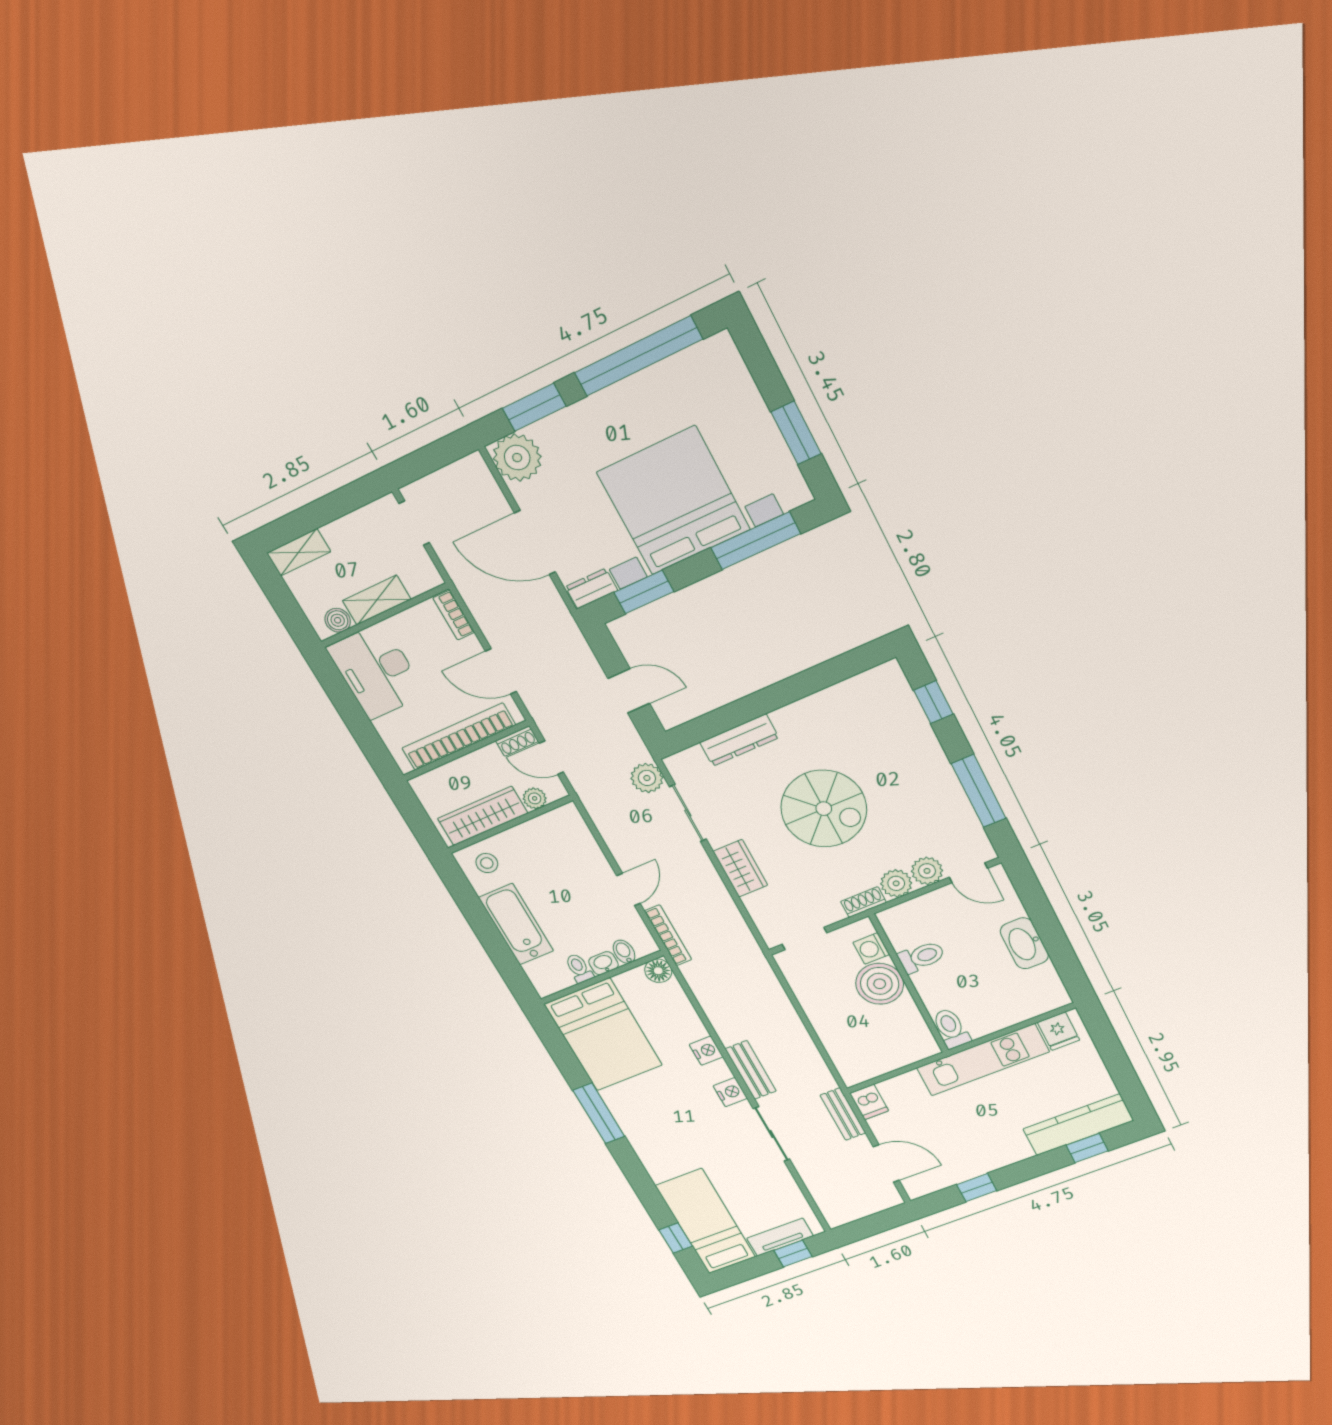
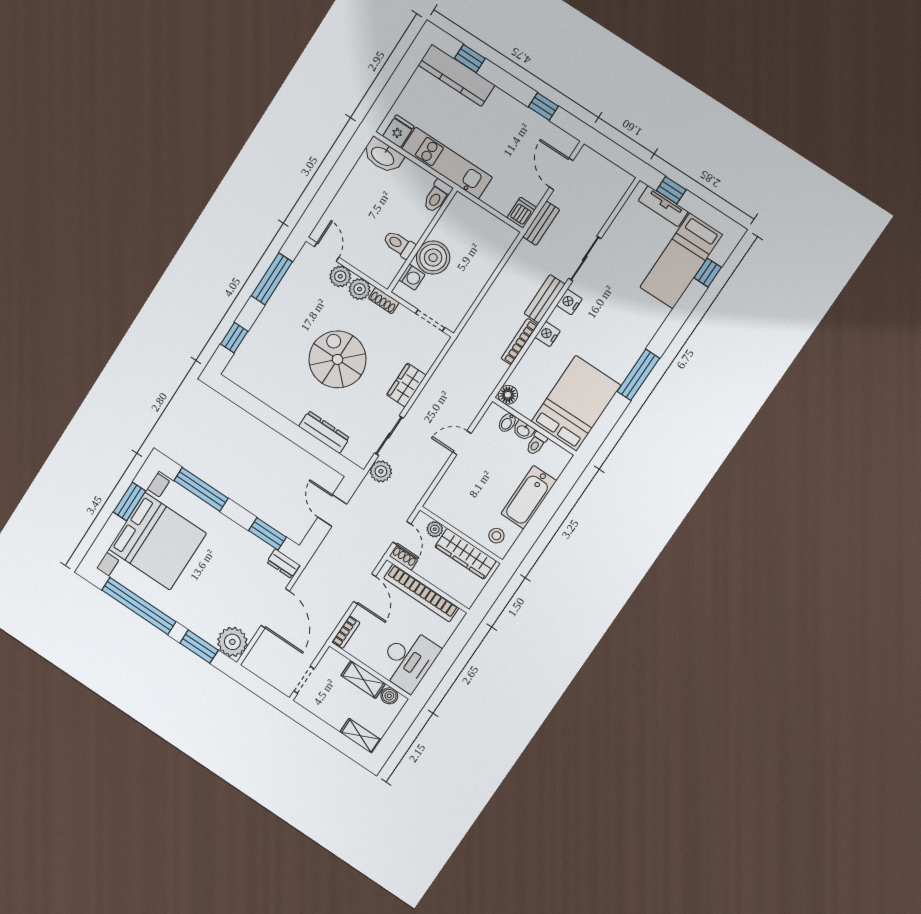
bed with nightstands: (673, 501) -> (157, 541), moved, turned -90
bookcase: (668, 935) -> (519, 342), moved
washbasin: (1024, 943) -> (383, 156), moved, turned 90

